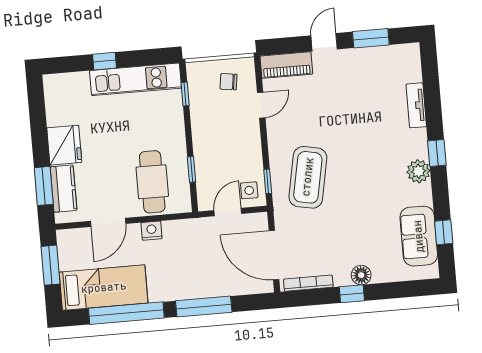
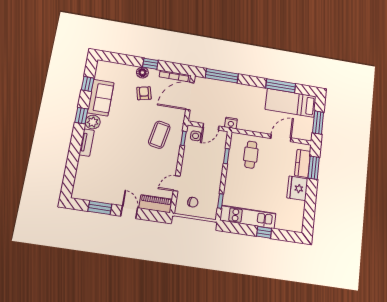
door: (324, 42) -> (129, 212), swing flipped
tv unit: (416, 105) -> (87, 143), moved
window: (437, 153) -> (81, 116), moved
coffee table: (308, 177) -> (159, 135), width x0.73, depth x0.76
cafe table: (152, 182) -> (251, 155), width x0.73, depth x0.74
nightstand: (152, 231) -> (231, 123), moved
sofa: (419, 236) -> (101, 98), moved
armchair: (350, 240) -> (144, 93), added
door: (274, 255) -> (190, 96), swing flipped
window: (204, 306) -> (222, 76), moved
window: (126, 313) -> (281, 86), width x0.68

